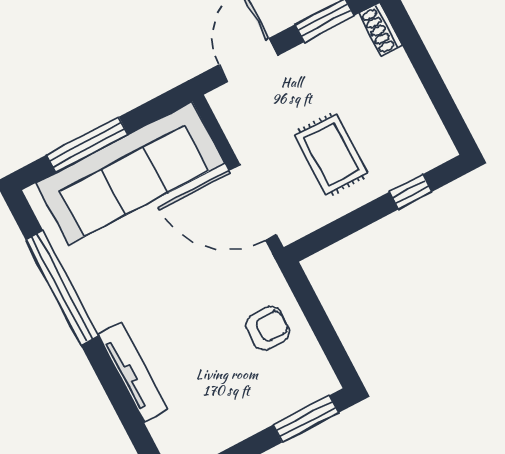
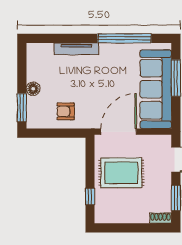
rug: (331, 154) -> (121, 173), width x1.36, depth x1.43
armchair: (268, 328) -> (66, 111), turned 90
floor lamp: (257, 416) -> (33, 89), added

